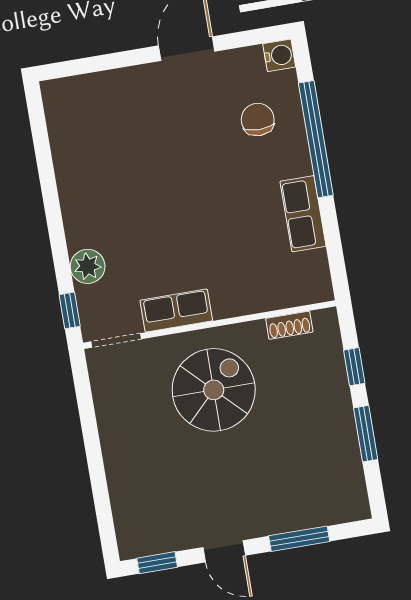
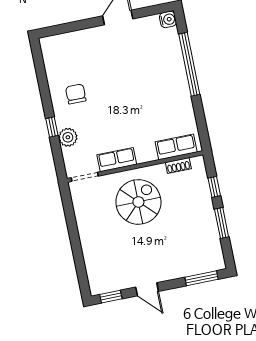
chair: (258, 119) -> (76, 94), moved
row of seats: (303, 214) -> (176, 147), moved, turned 90
window: (70, 310) -> (52, 127), moved
window: (299, 539) -> (202, 278), moved

